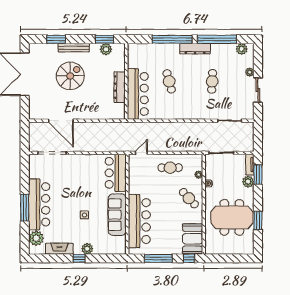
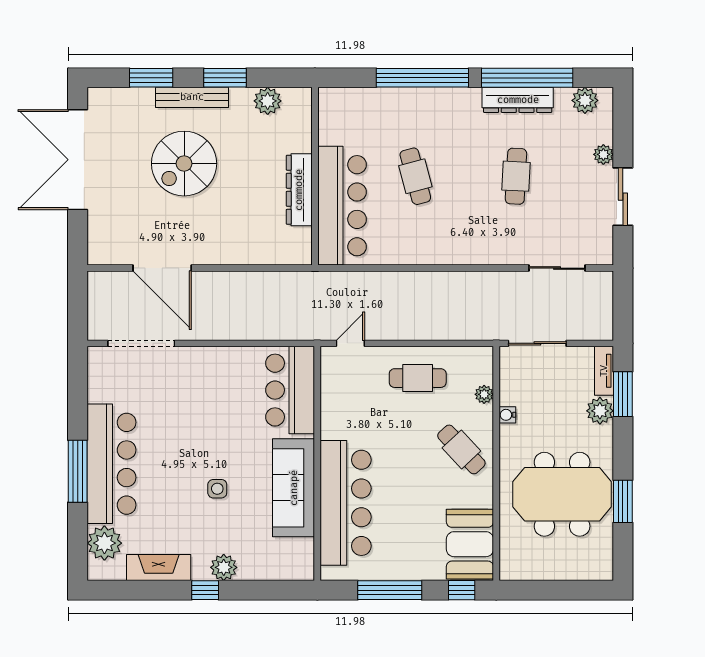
window: (104, 39) -> (225, 78), moved
dresser: (195, 49) -> (518, 100), moved
spiral stairs: (70, 76) -> (184, 164), turned 180

